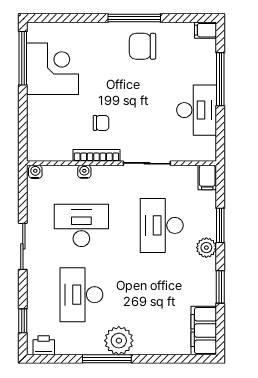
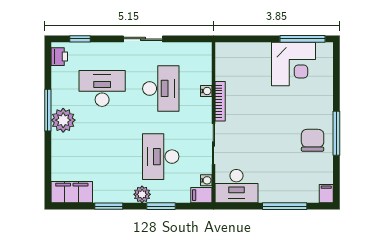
desk: (197, 110) -> (236, 186), moved
chair: (101, 123) -> (248, 105), removed
water cooler: (35, 172) -> (206, 180), moved
desk: (162, 225) -> (161, 157), turned -90

